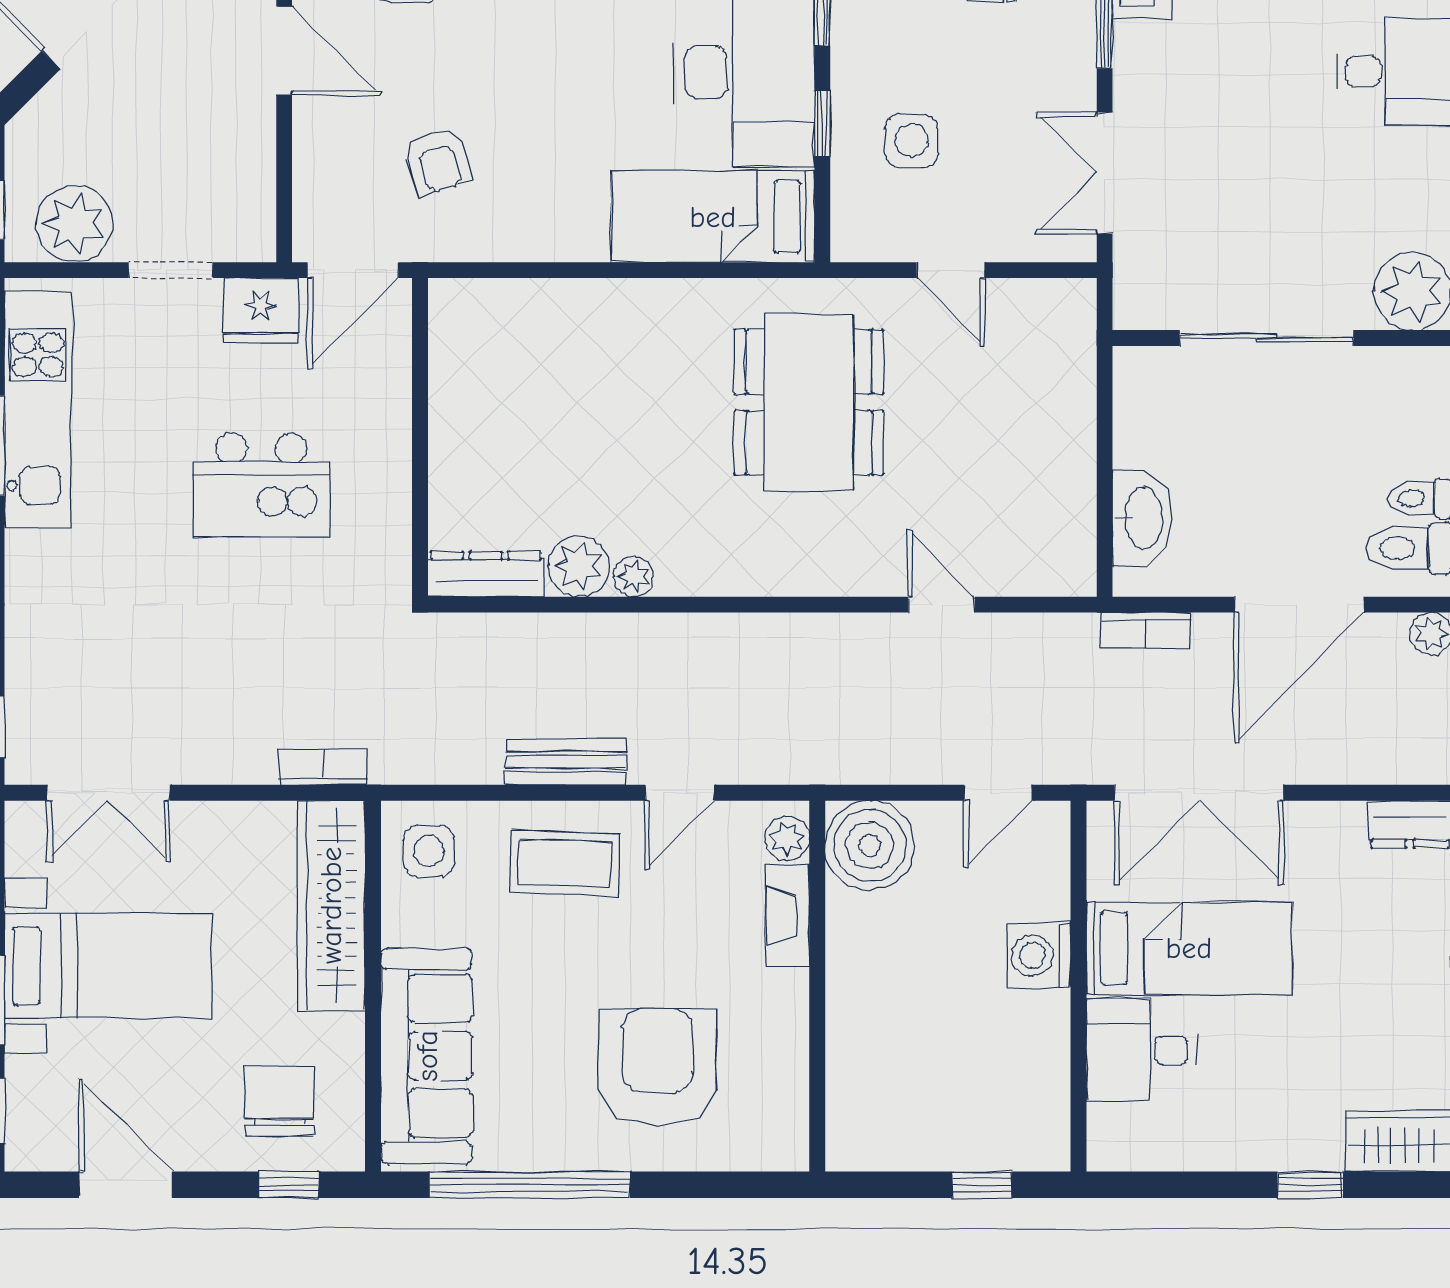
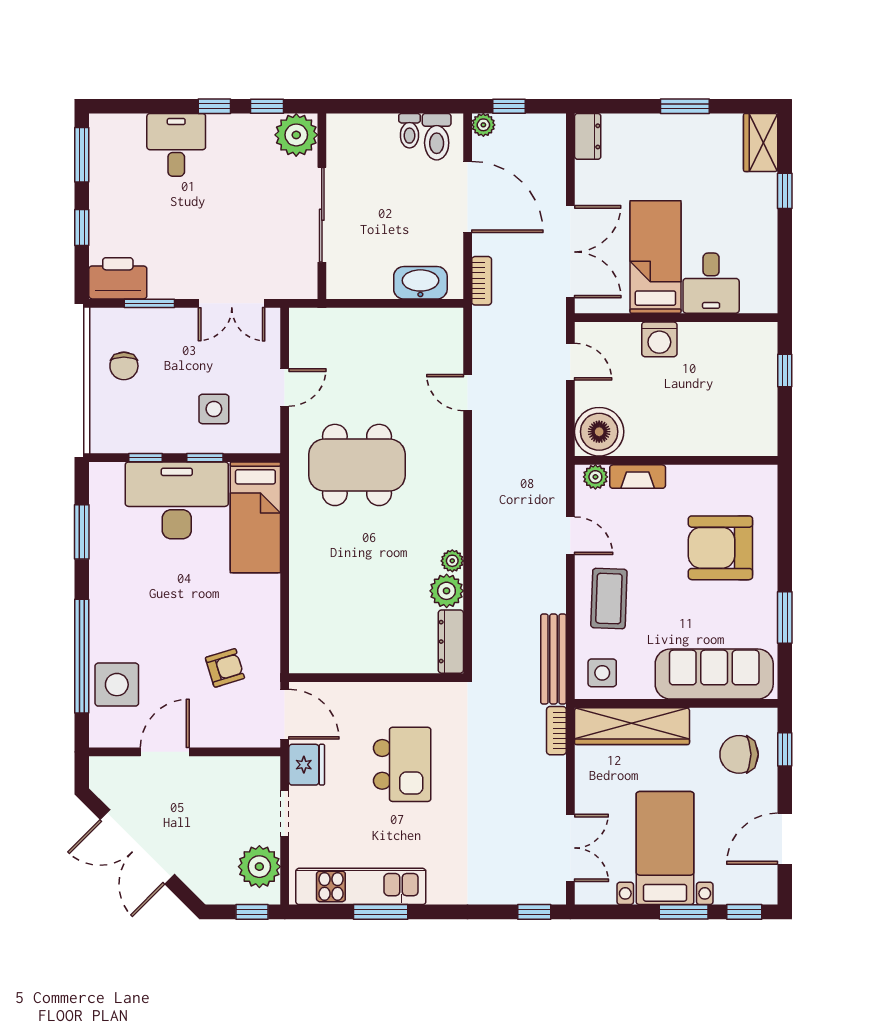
door: (941, 605) -> (468, 393), hinge flipped
bench: (566, 762) -> (553, 659), moved, width x1.36
window: (530, 1185) -> (785, 618), width x0.47

